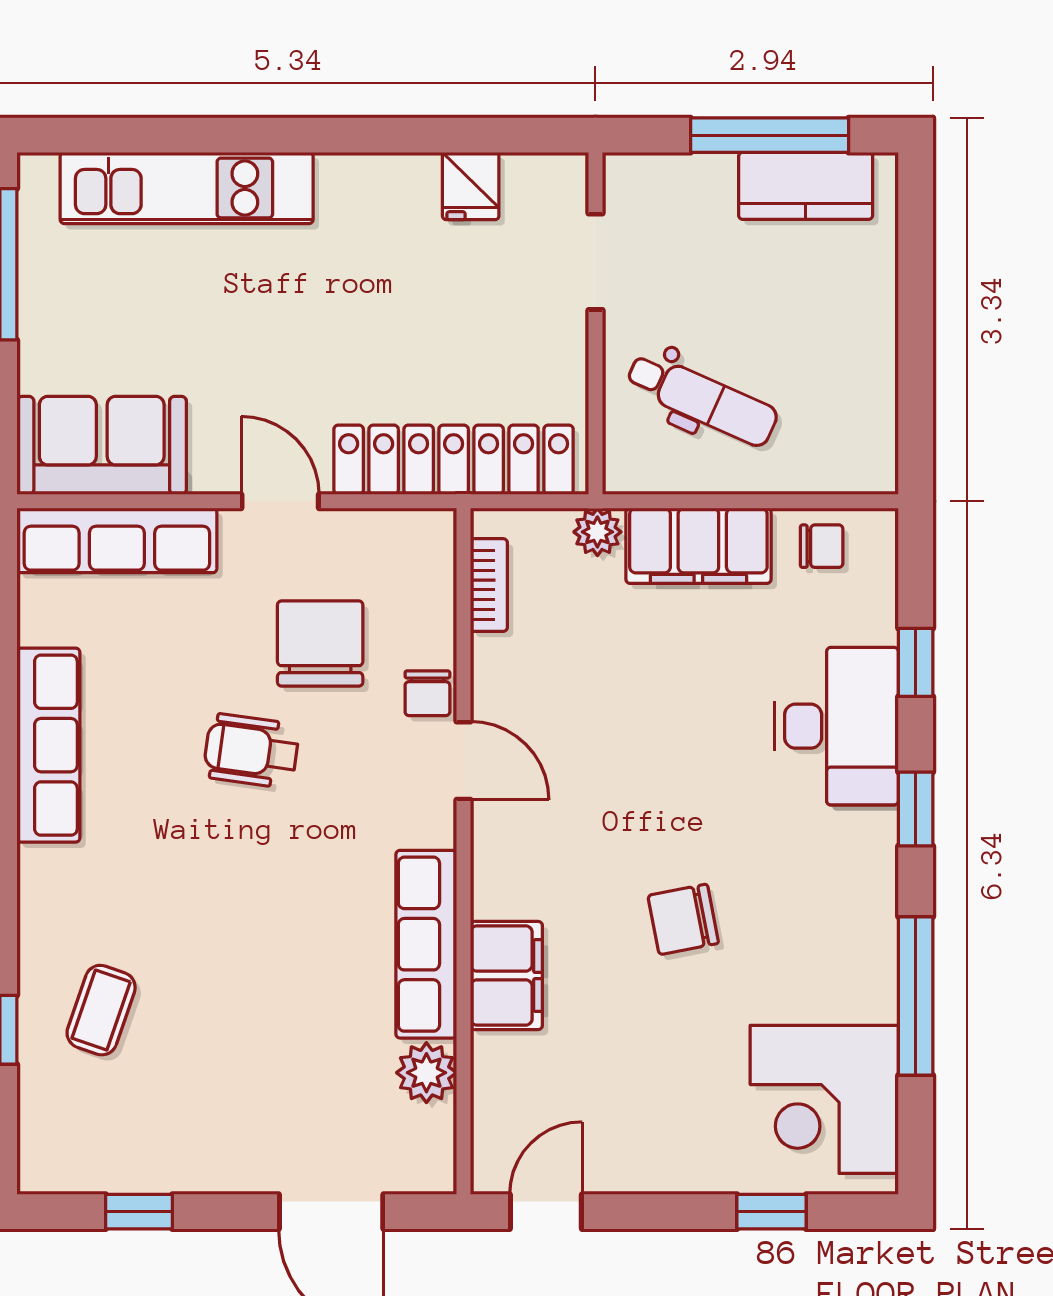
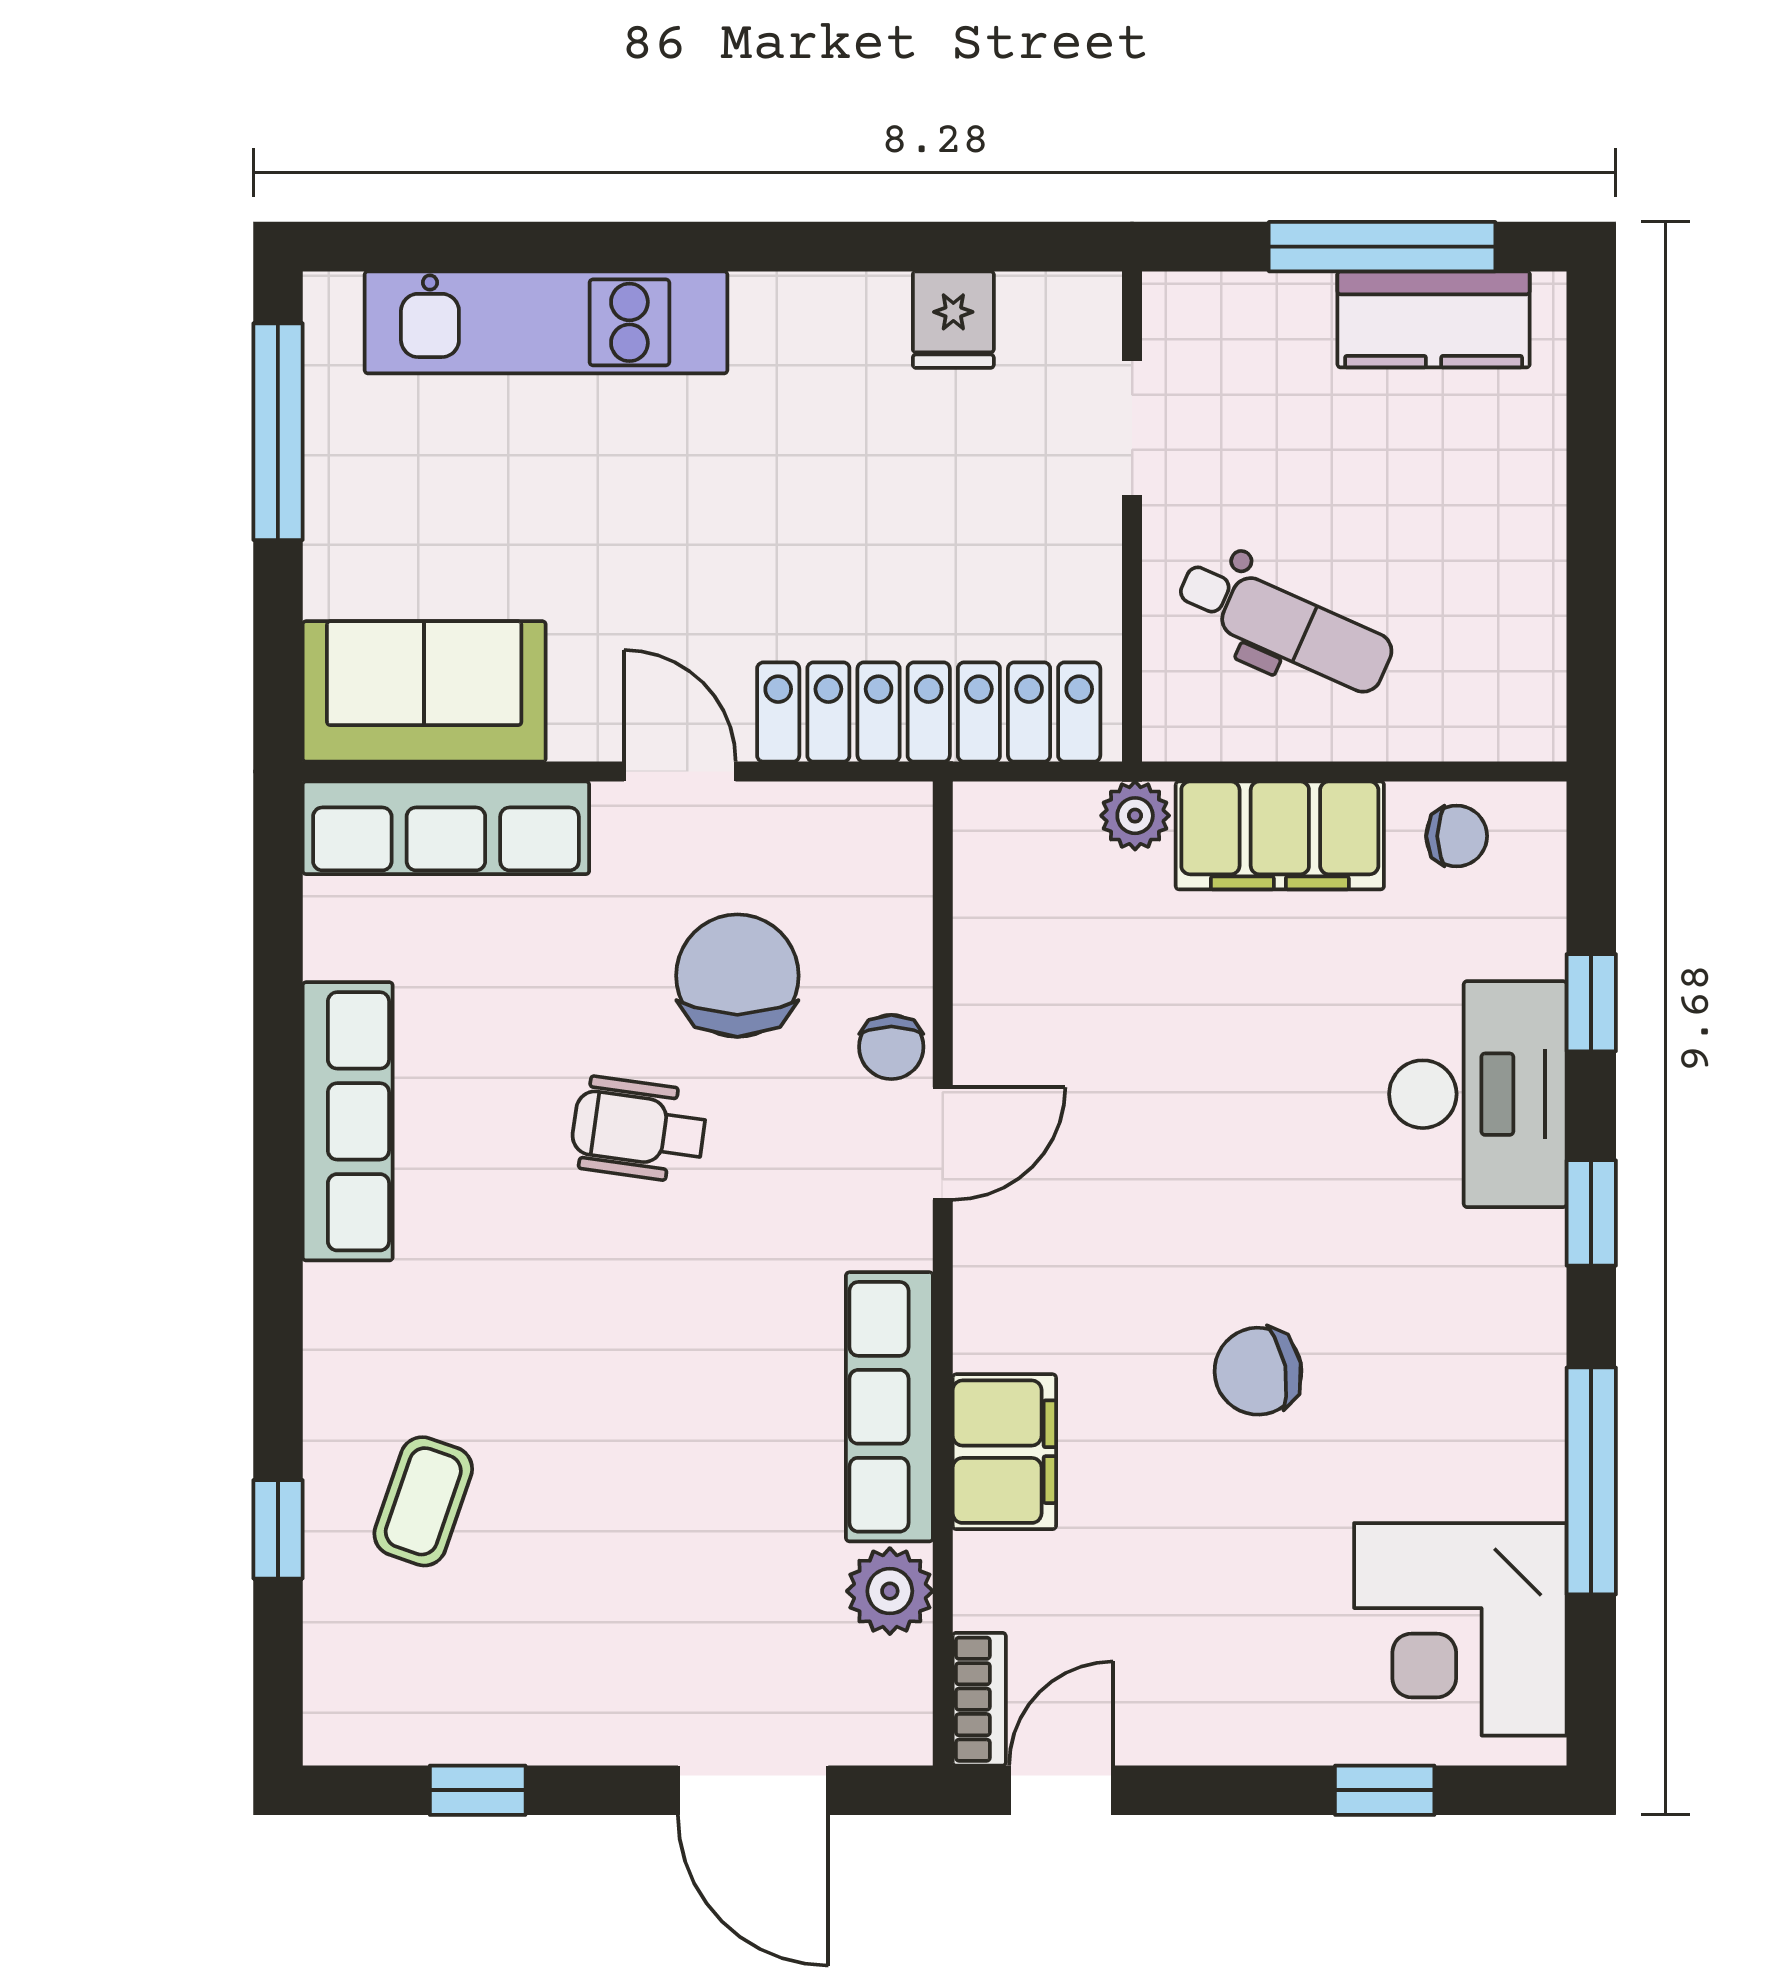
bookcase: (489, 585) -> (979, 1699), moved
door: (463, 761) -> (943, 1144), hinge flipped

